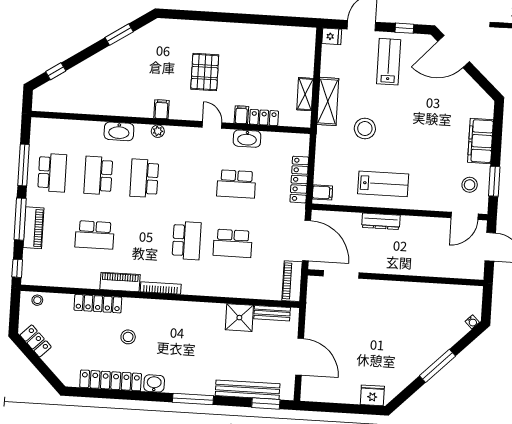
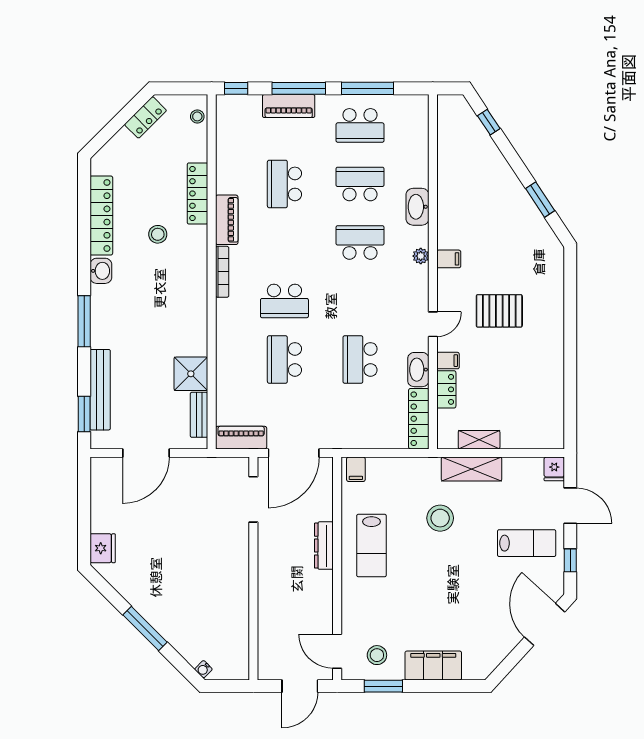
locker: (299, 180) -> (419, 419), moved, turned -90

